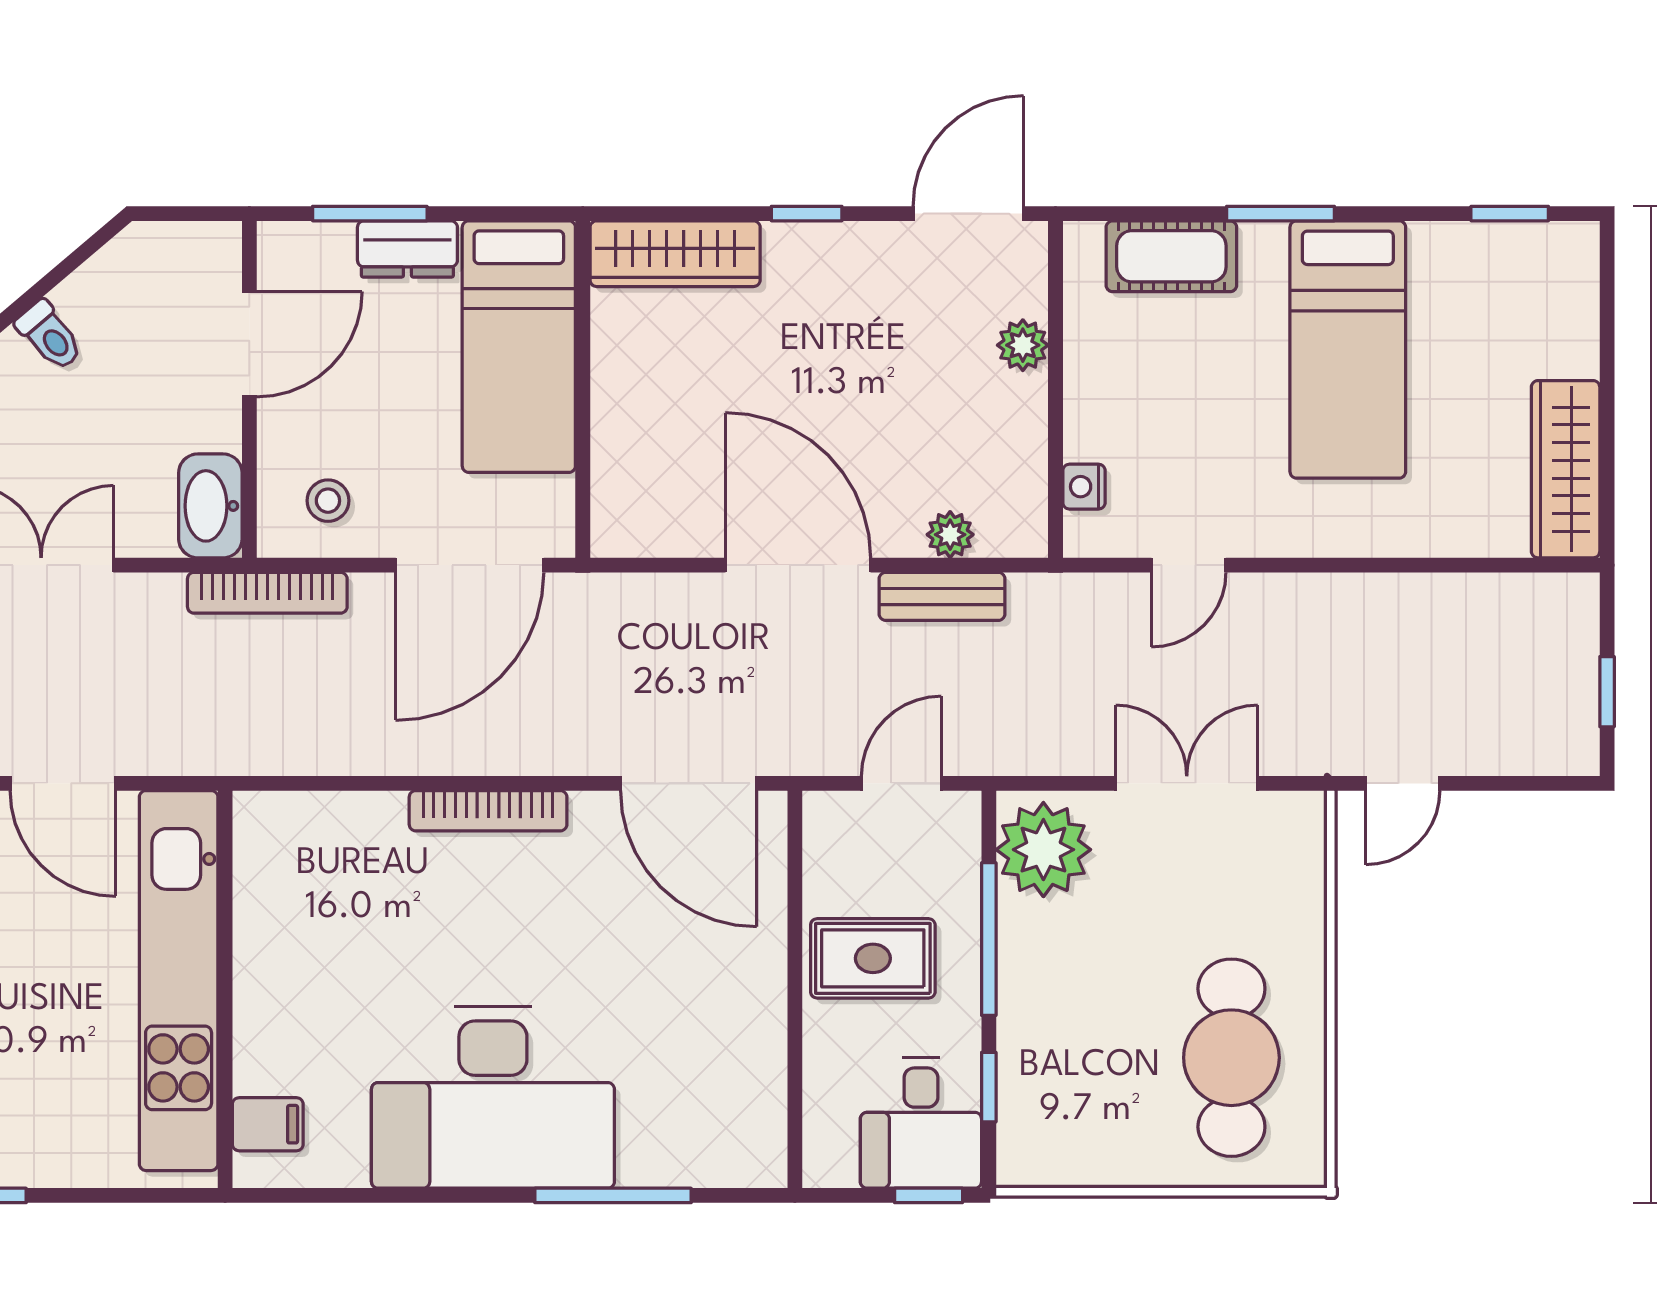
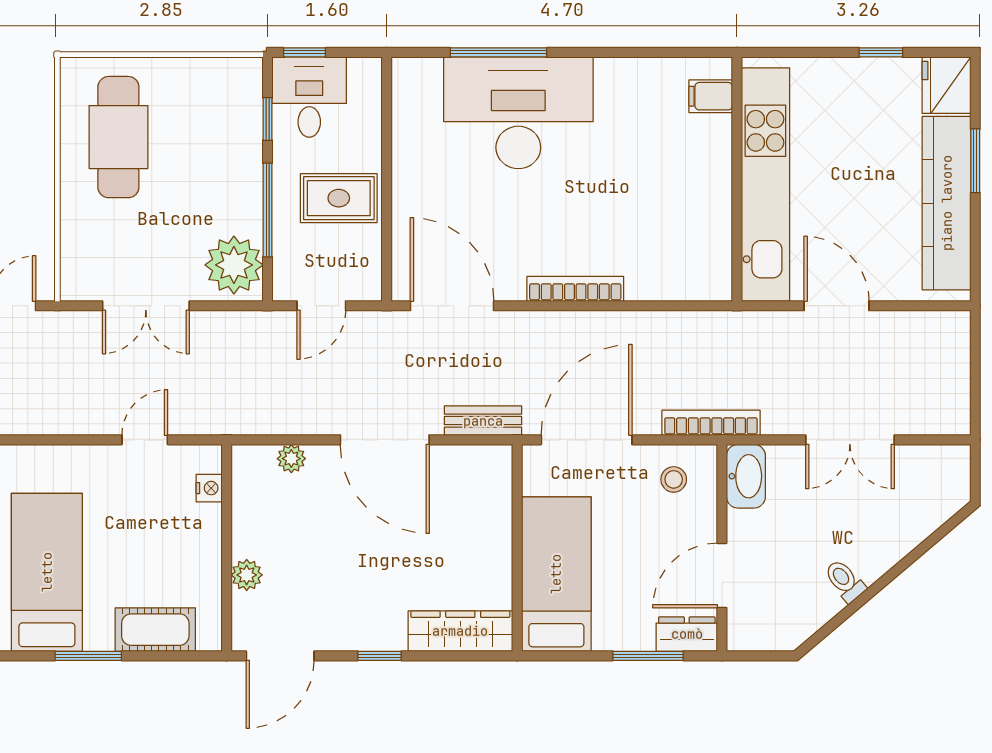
dresser: (407, 249) -> (687, 634), moved
bench: (942, 596) -> (483, 421), moved
desk: (493, 1097) -> (518, 113), moved

